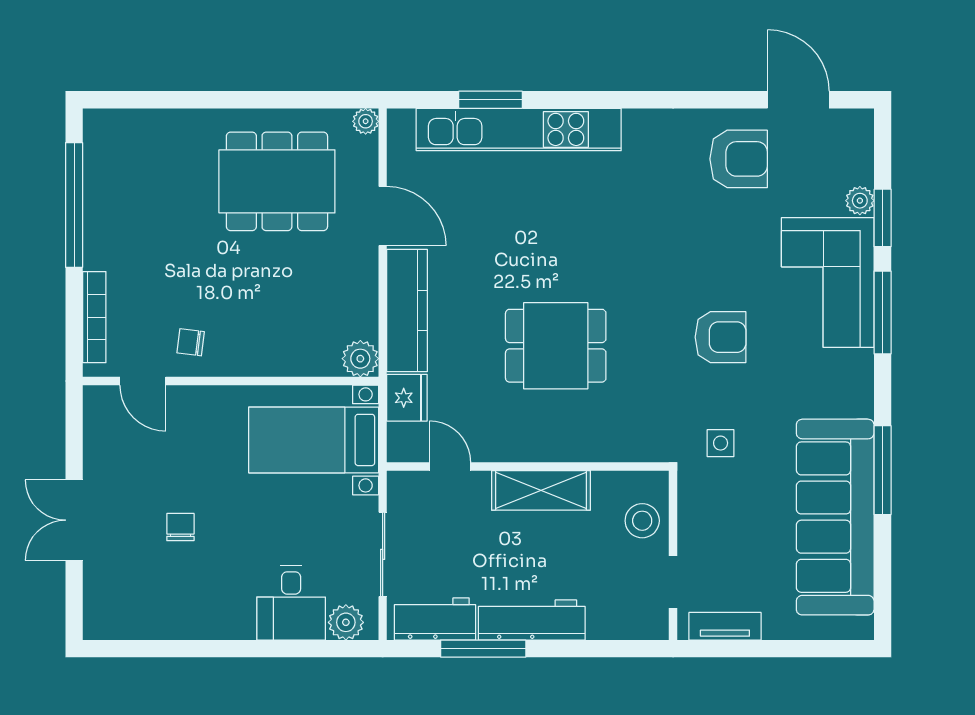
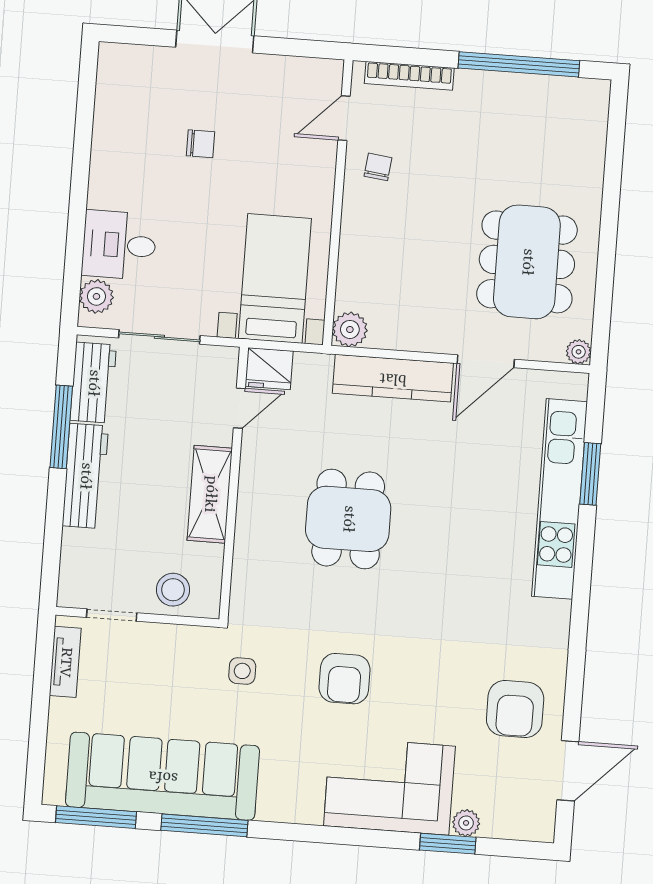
window: (883, 312) -> (96, 817), moved
fridge: (407, 398) -> (269, 369), moved

